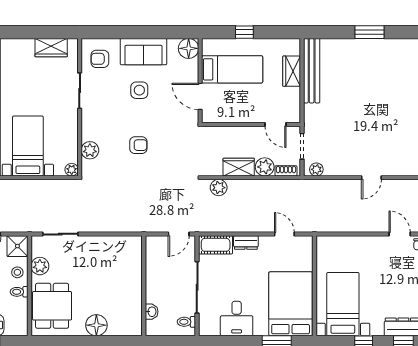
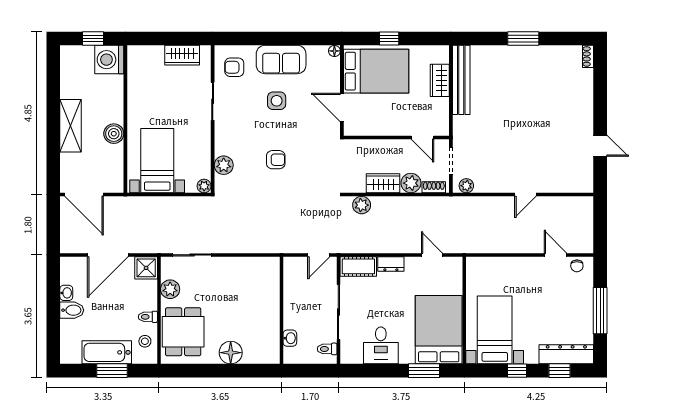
floor lamp: (189, 48) -> (334, 51), width x0.53, depth x0.53
bed: (232, 69) -> (376, 71), width x1.50
stool: (17, 272) -> (145, 341), moved

